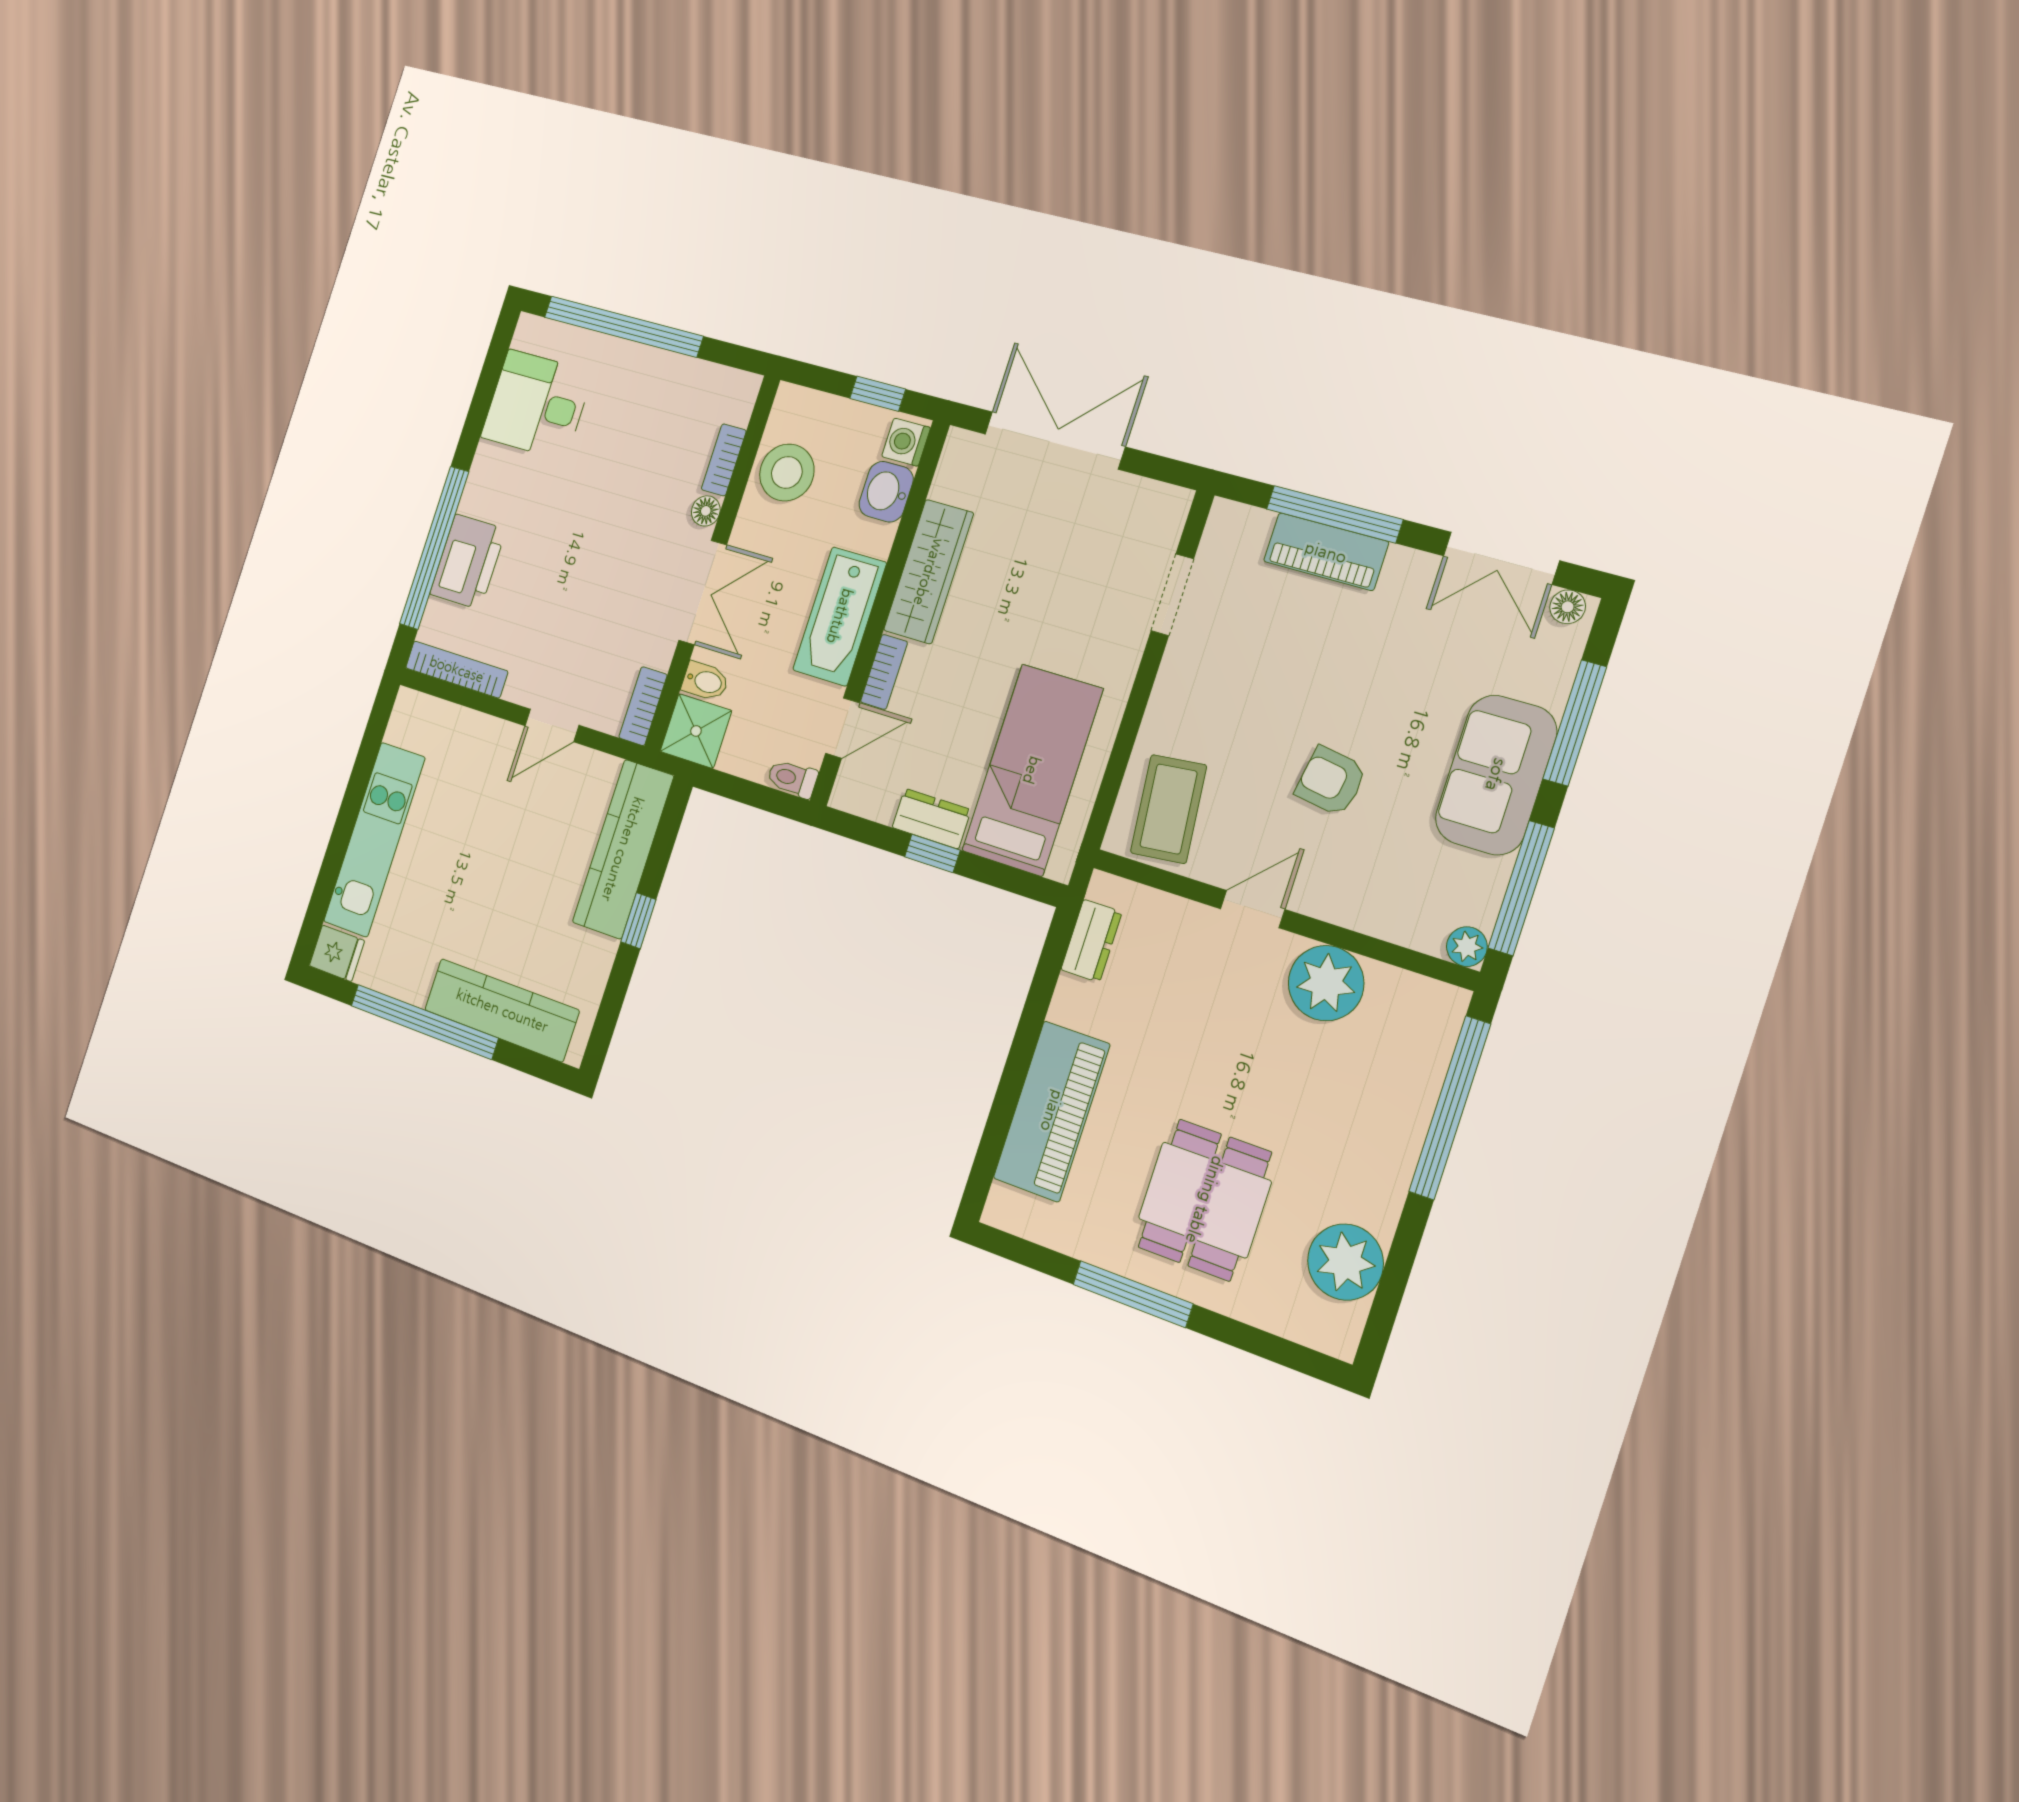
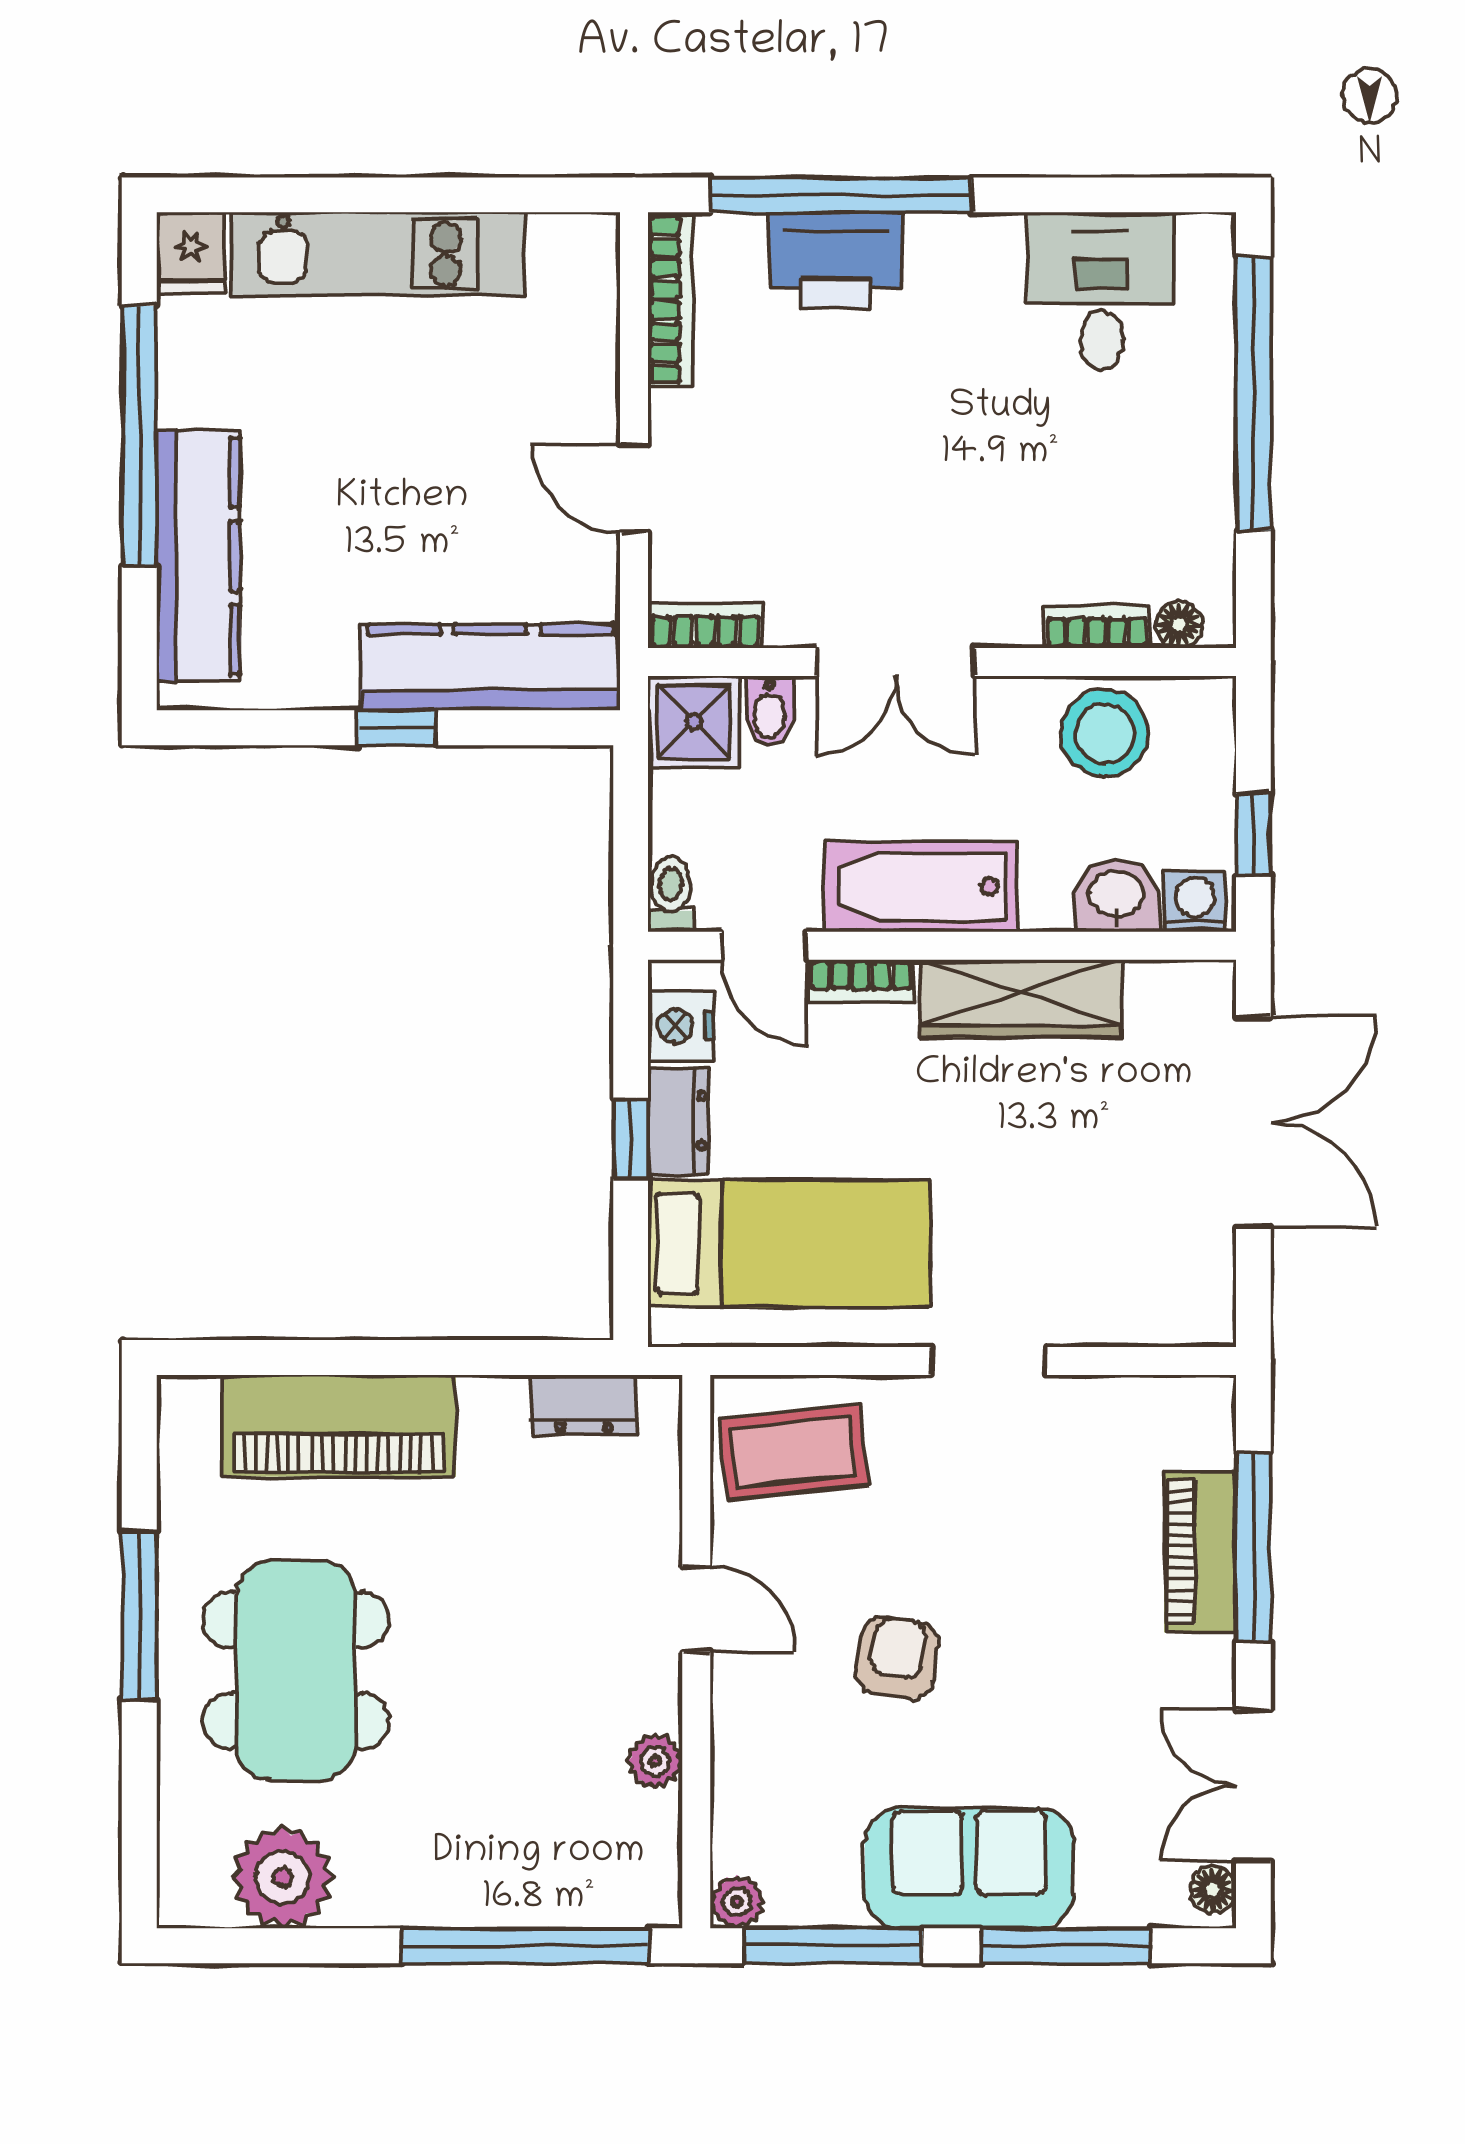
floor lamp: (706, 511) -> (1179, 625), moved
doorway: (1172, 595) -> (988, 1361), moved
nightstand: (874, 798) -> (681, 1026), added
plant: (1326, 983) -> (655, 1761), width x0.53, depth x0.53
dining table: (1205, 1200) -> (296, 1670), width x1.38

